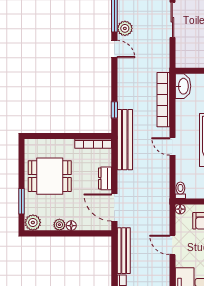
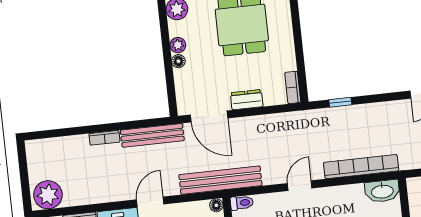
bench: (125, 140) -> (220, 180), moved
bookcase: (93, 144) -> (293, 87), width x0.64
door: (114, 207) -> (209, 116), swing flipped
door: (172, 245) -> (150, 202), moved

